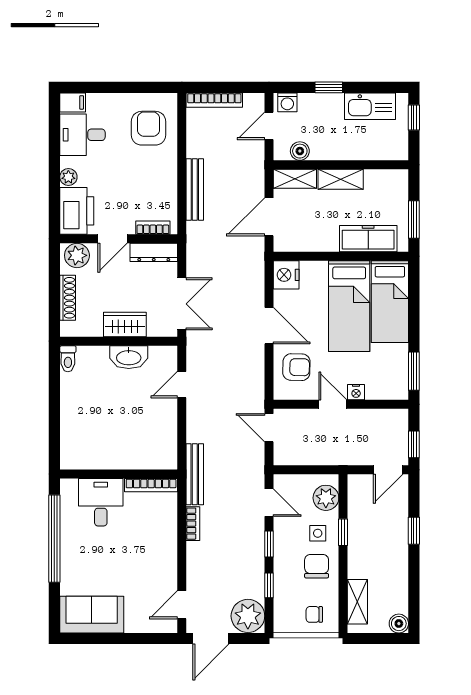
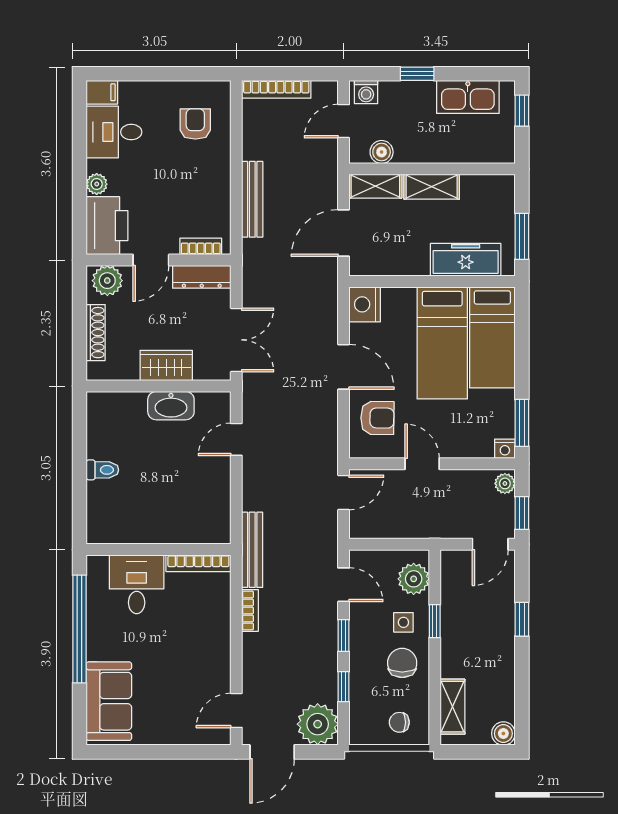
armchair: (149, 128) -> (195, 124), width x0.72, depth x0.72
toilet: (68, 359) -> (102, 470), moved, turned -90
nightstand: (356, 392) -> (505, 449), moved
plant: (400, 420) -> (505, 483), added
door: (269, 428) -> (344, 492), swing flipped
sofa: (92, 615) -> (109, 701), moved, turned 90

